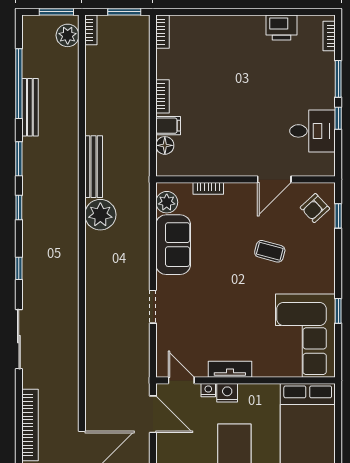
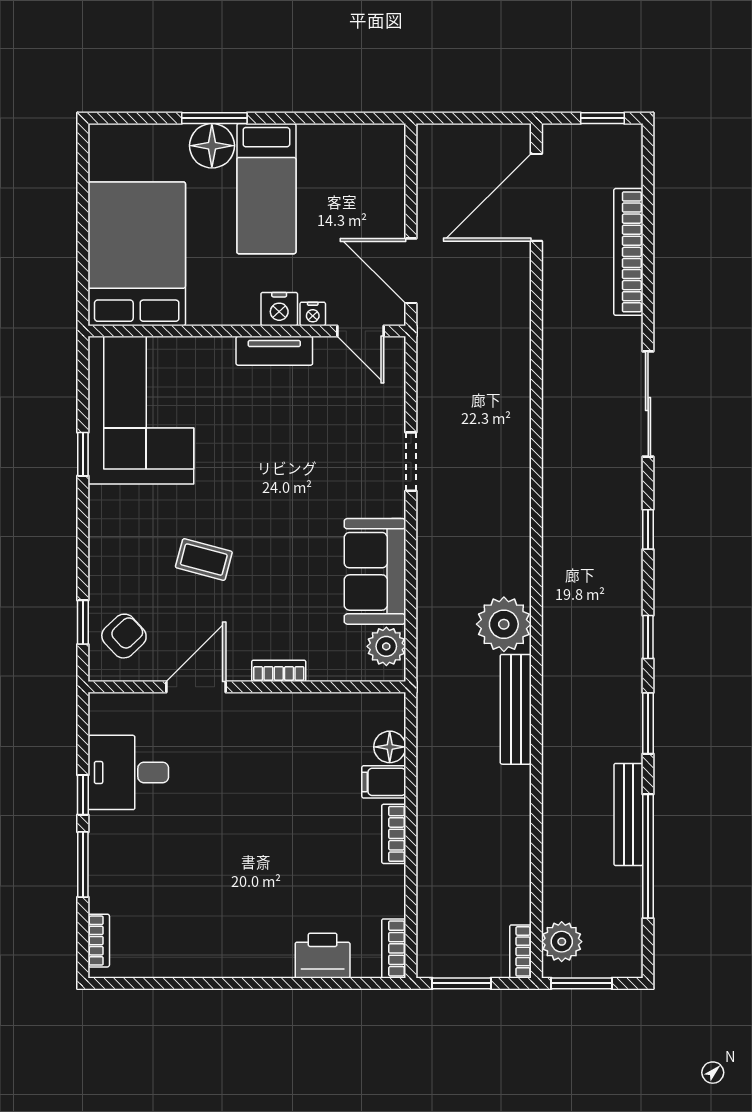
printer: (281, 28) -> (323, 956), moved
bookcase: (208, 188) -> (279, 671), moved

